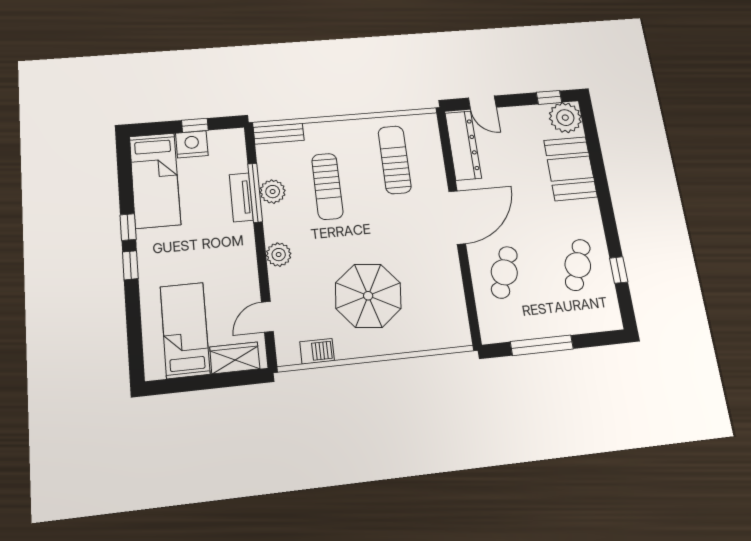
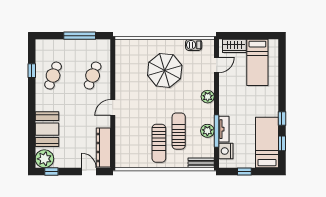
nightstand: (192, 144) -> (226, 151), moved, turned 90
sun lounger: (395, 160) -> (159, 143), moved
door: (457, 217) -> (113, 108), width x0.53
window: (130, 265) -> (282, 143), moved

